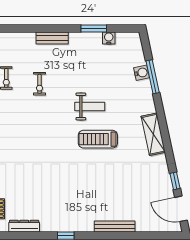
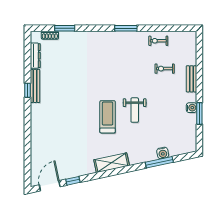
water cooler: (109, 38) -> (191, 108), moved
exercise bike: (40, 84) -> (165, 69), moved
bench: (115, 227) -> (35, 86), moved

